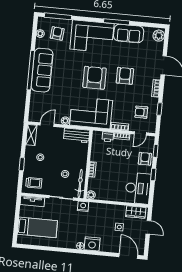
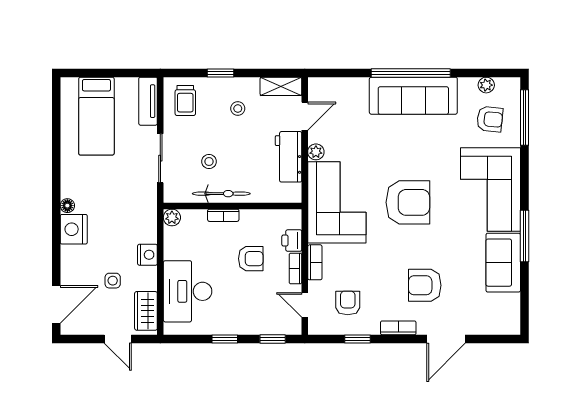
plant: (159, 36) -> (505, 323), removed
armchair: (125, 76) -> (425, 285), moved, turned 180
door: (47, 125) -> (305, 116), hinge flipped
workbench: (77, 135) -> (289, 157), moved
armchair: (145, 159) -> (251, 259), moved
bicycle: (80, 184) -> (221, 194), moved
desk: (138, 188) -> (188, 291), moved, turned 90
nightstand: (83, 206) -> (147, 255), moved
door: (148, 227) -> (118, 339), hinge flipped

